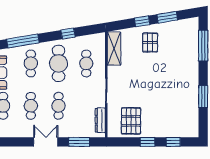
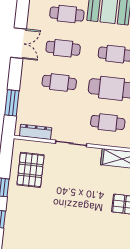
pallet: (131, 121) -> (31, 170), turned 90
double door: (46, 142) -> (19, 43), moved

